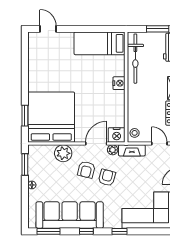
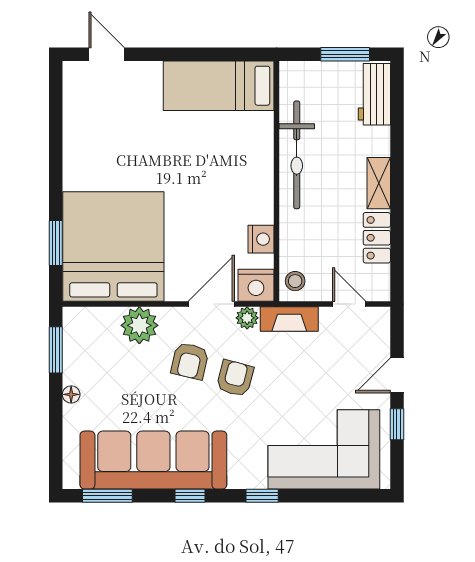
bicycle: (135, 59) -> (297, 155), moved
nightstand: (119, 83) -> (261, 239), moved

